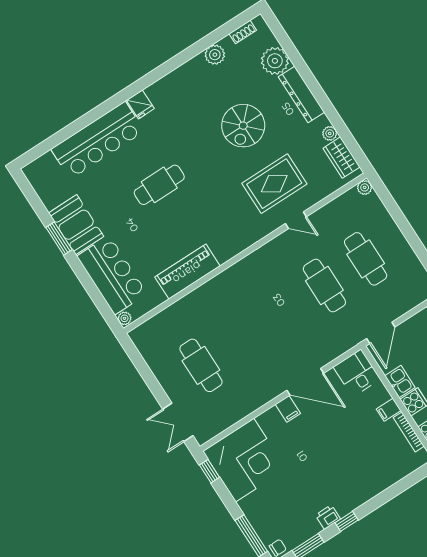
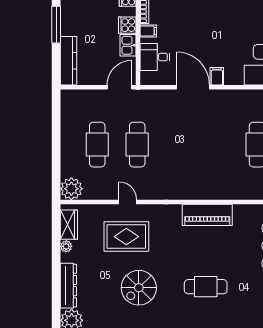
spiral stairs: (243, 126) -> (139, 288), moved, turned 180
plant: (365, 187) -> (71, 189), width x1.88, depth x1.88
piano: (187, 272) -> (207, 215), moved
desk: (357, 373) -> (155, 57), moved, turned 90

